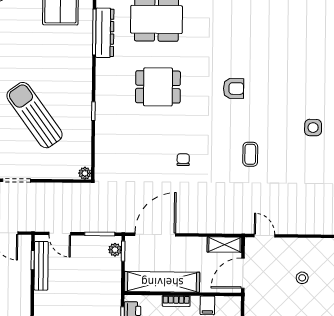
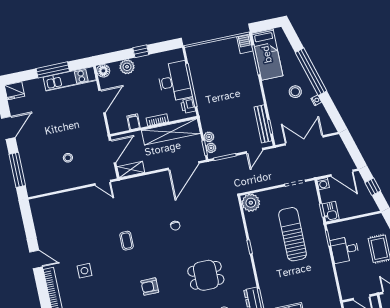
sun lounger: (34, 115) -> (293, 234), turned -144
plant: (85, 173) -> (251, 203), width x1.88, depth x1.88
door: (60, 234) -> (254, 151), swing flipped
plant: (115, 264) -> (209, 137), added

